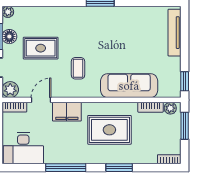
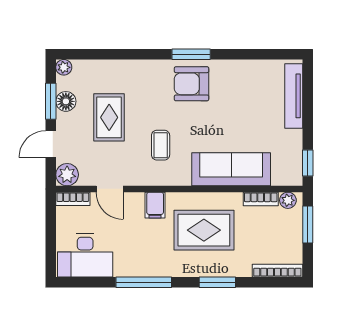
armchair: (100, 24) -> (192, 84), added
rug: (41, 48) -> (109, 117), turned 90
door: (41, 100) -> (110, 189), swing flipped
filing cabinet: (67, 112) -> (155, 205), width x0.50
bookcase: (169, 159) -> (277, 271), width x1.56

